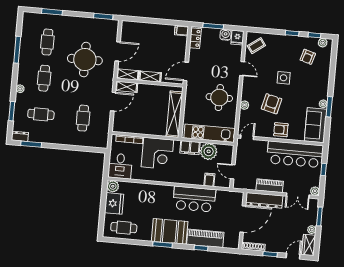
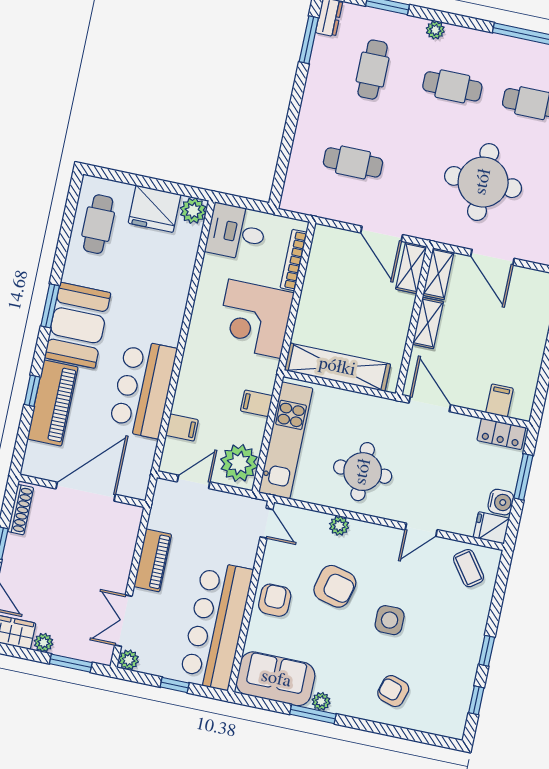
filing cabinet: (182, 31) -> (499, 401), moved
plant: (323, 43) -> (457, 716), removed
armchair: (308, 57) -> (393, 691), moved
filing cabinet: (190, 148) -> (257, 403), width x0.50
plant: (209, 151) -> (239, 463), moved
dresser: (264, 200) -> (122, 544), removed
door: (243, 219) -> (86, 492), swing flipped

